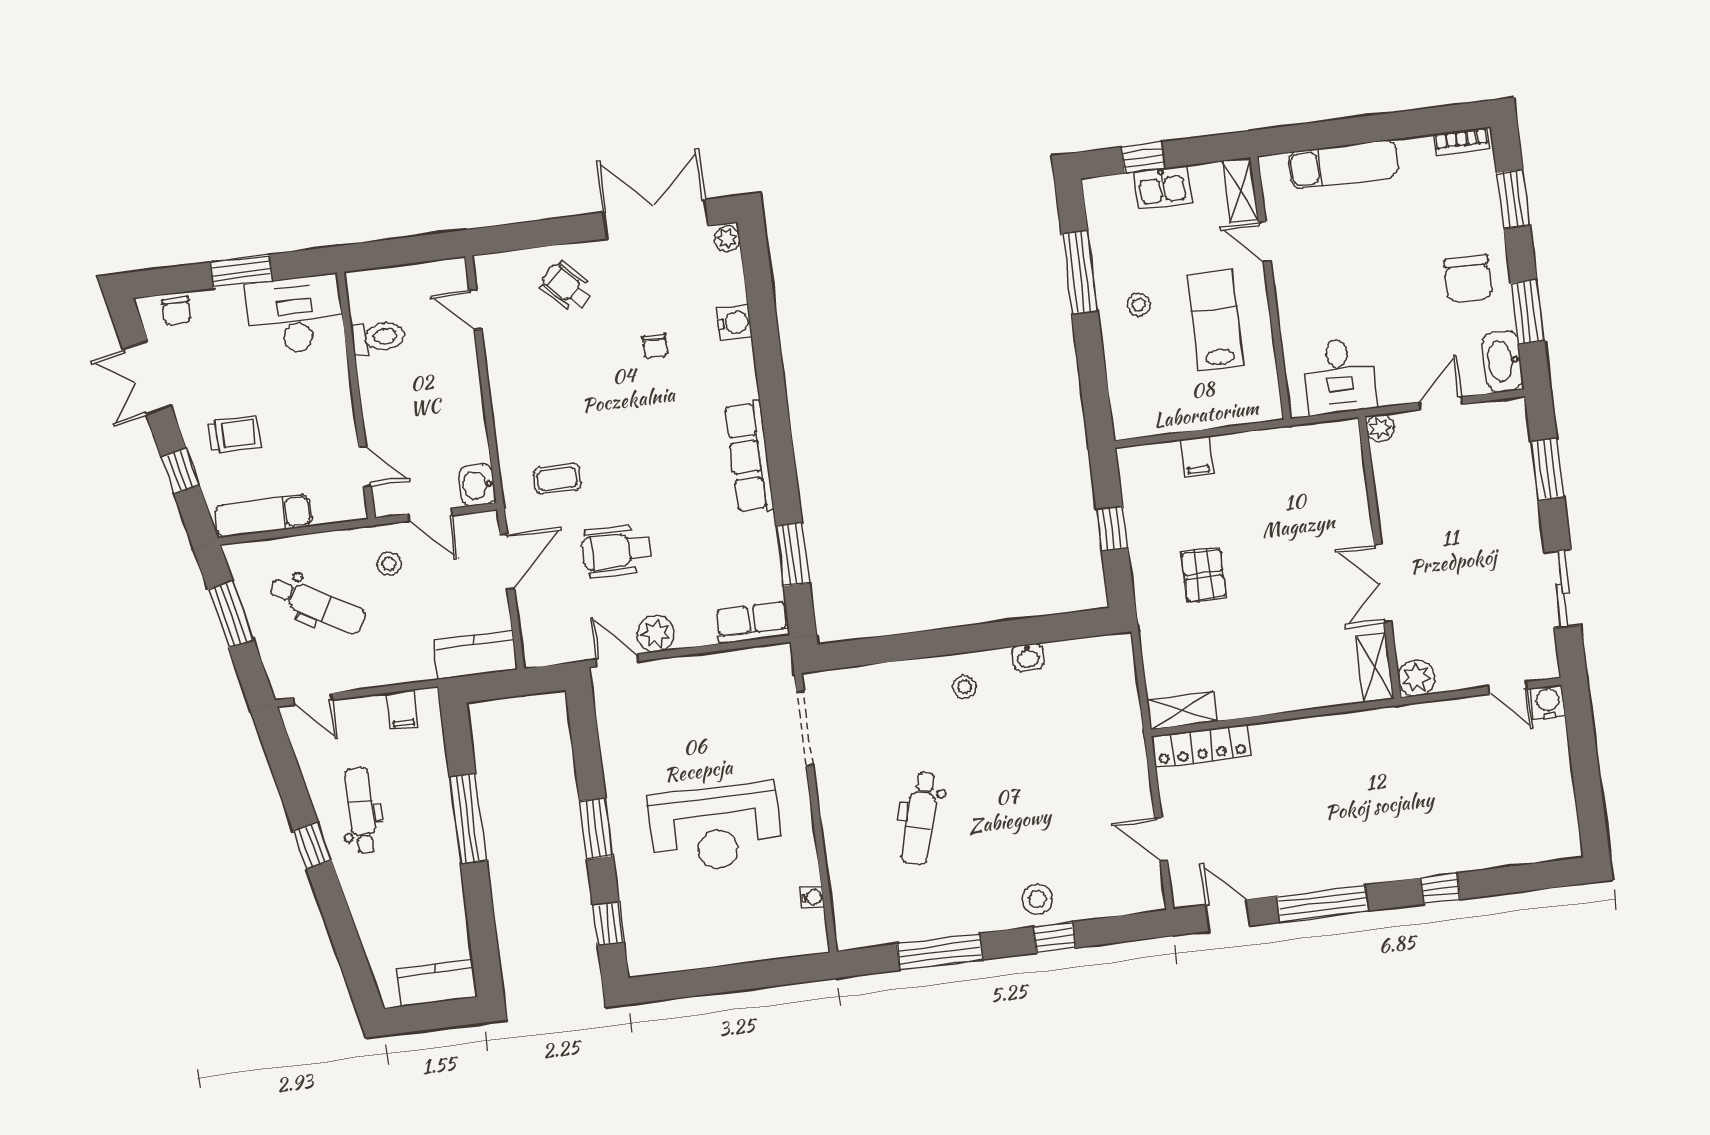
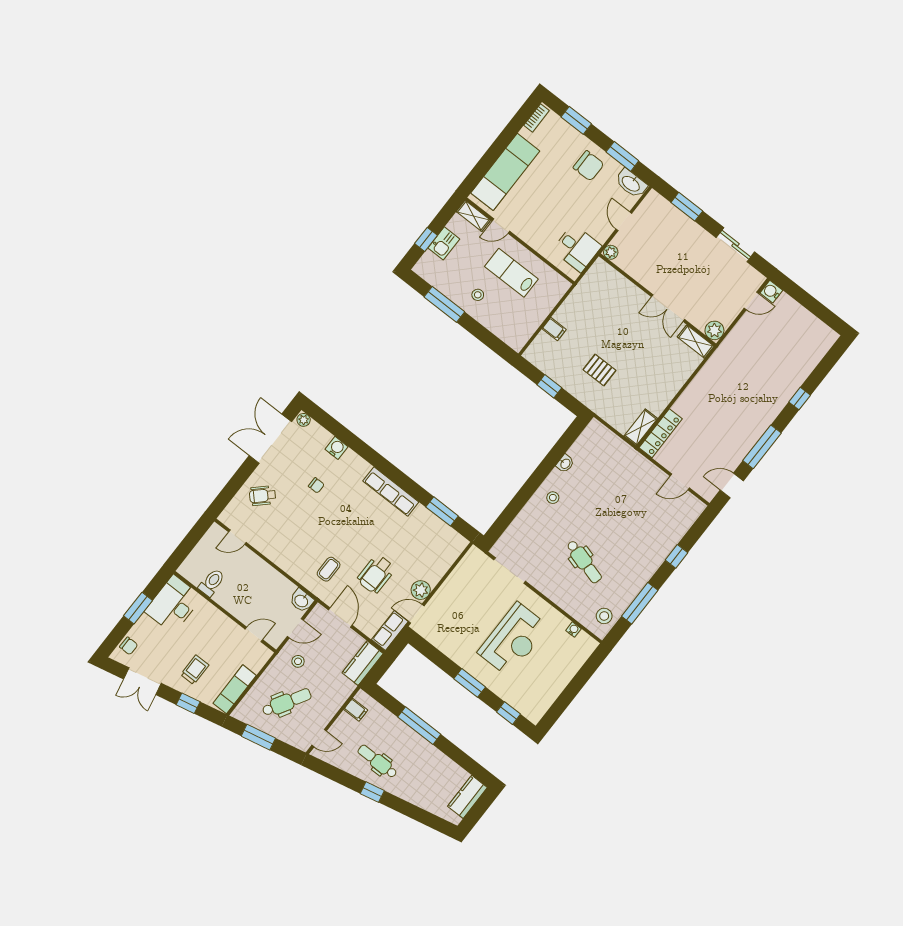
exam couch: (1344, 164) -> (505, 172), width x1.36, depth x1.45
row of seats: (752, 623) -> (390, 631), moved
stool: (1037, 899) -> (604, 616), moved

